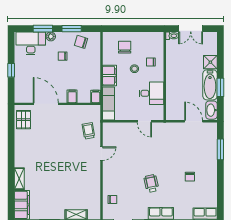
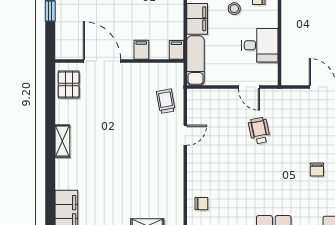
shelving: (19, 179) -> (62, 141), moved
wheelchair: (151, 184) -> (259, 131), moved

